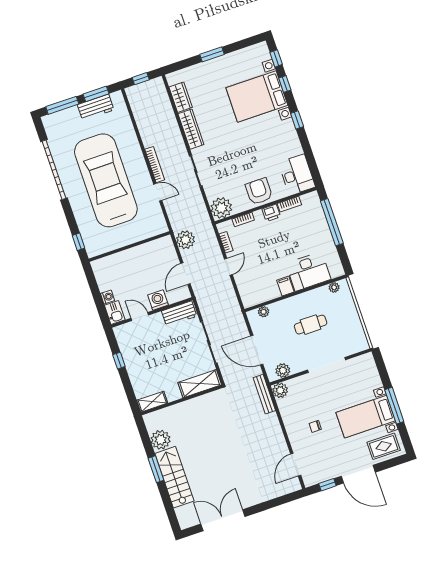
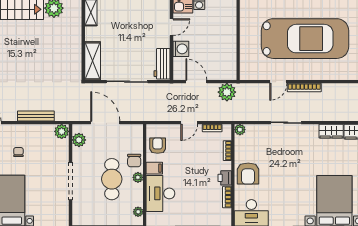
wardrobe: (191, 129) -> (331, 131), width x0.67
armchair: (259, 191) -> (248, 173), turned 90
plant: (221, 208) -> (240, 130), width x0.53, depth x0.53
door: (228, 267) -> (189, 123), hinge flipped
armchair: (262, 290) -> (158, 146), added
chair: (285, 309) -> (134, 161), added
plant: (264, 312) -> (138, 177), moved
cafe table: (311, 325) -> (112, 179), width x1.37, depth x1.35
door: (257, 350) -> (105, 123), hinge flipped
bench: (264, 394) -> (36, 116), moved

